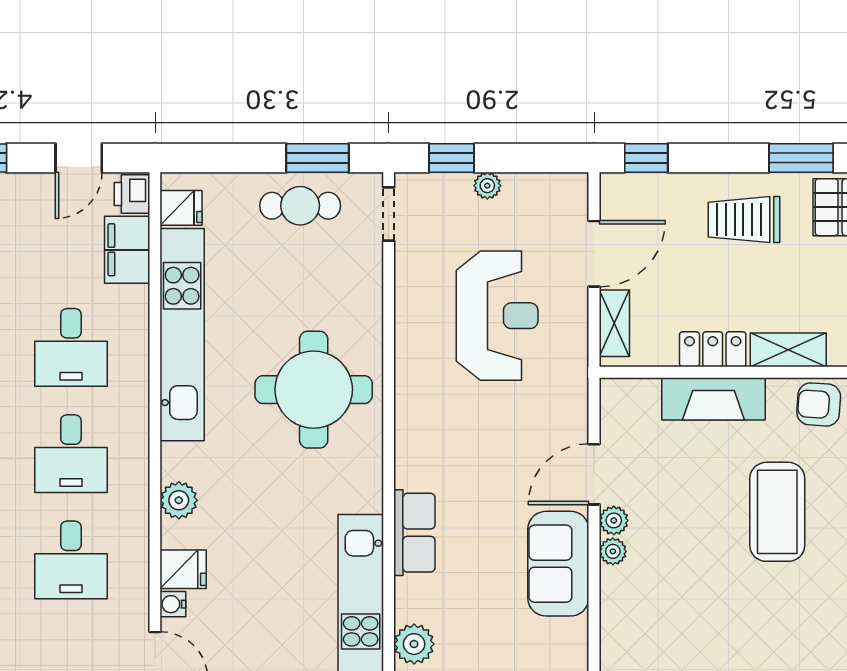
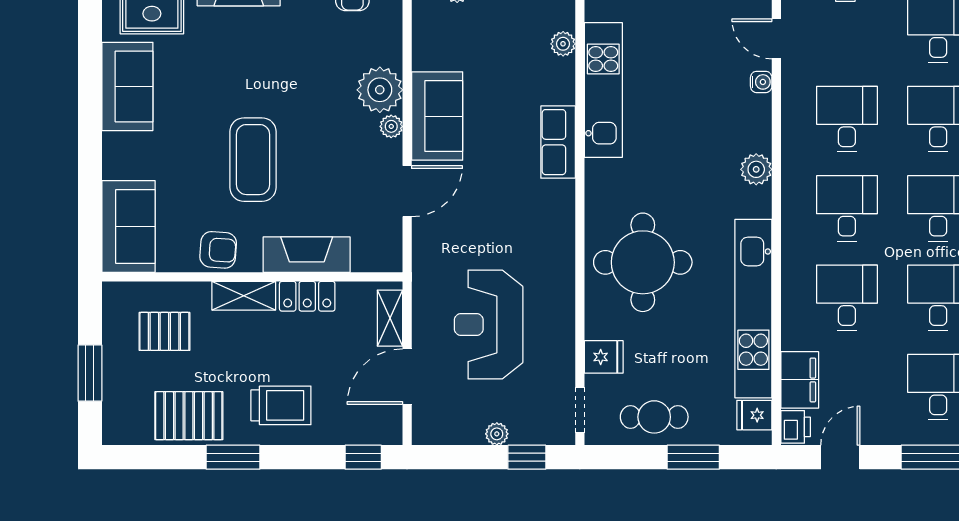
window: (317, 158) -> (693, 457), moved
plant: (614, 520) -> (380, 90), moved, width x1.88, depth x1.88
fridge: (183, 569) -> (604, 357), moved, turned 180
plant: (414, 644) -> (563, 44), width x0.73, depth x0.73

